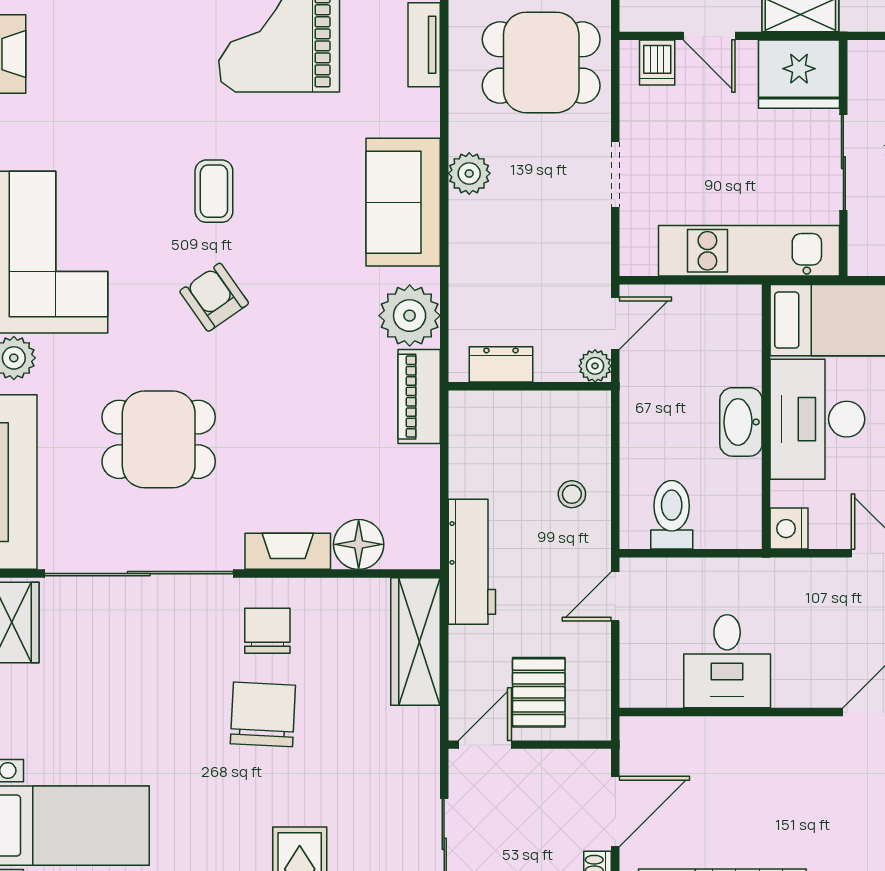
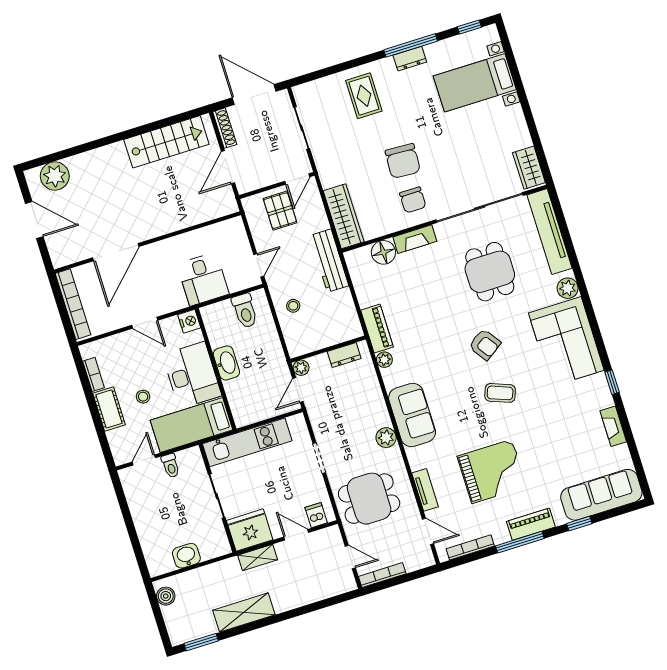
coffee table: (214, 191) -> (500, 393), turned -69
plant: (410, 316) -> (384, 360), width x0.53, depth x0.53
dining table: (159, 439) -> (490, 272), turned 90
desk: (727, 661) -> (203, 279), moved, turned 180

